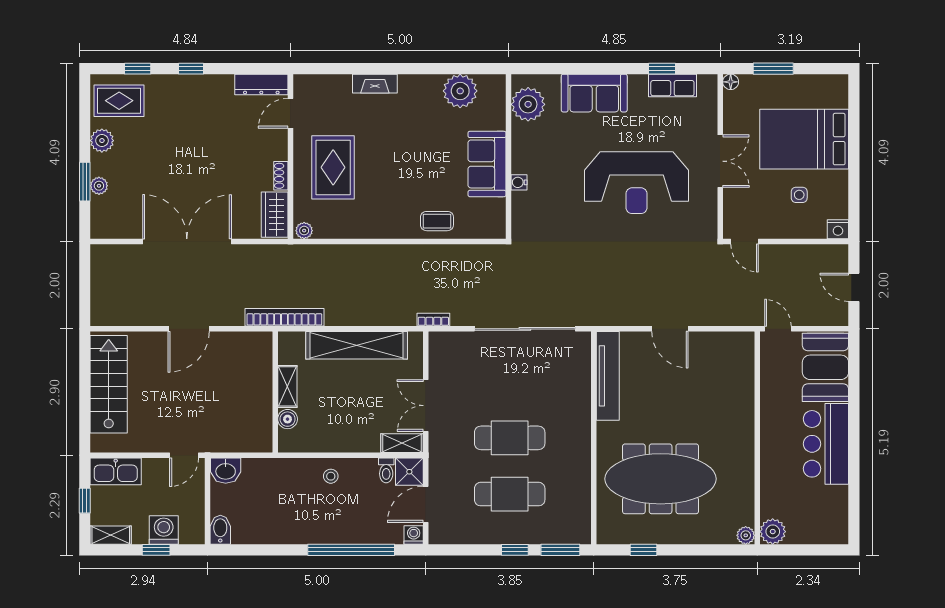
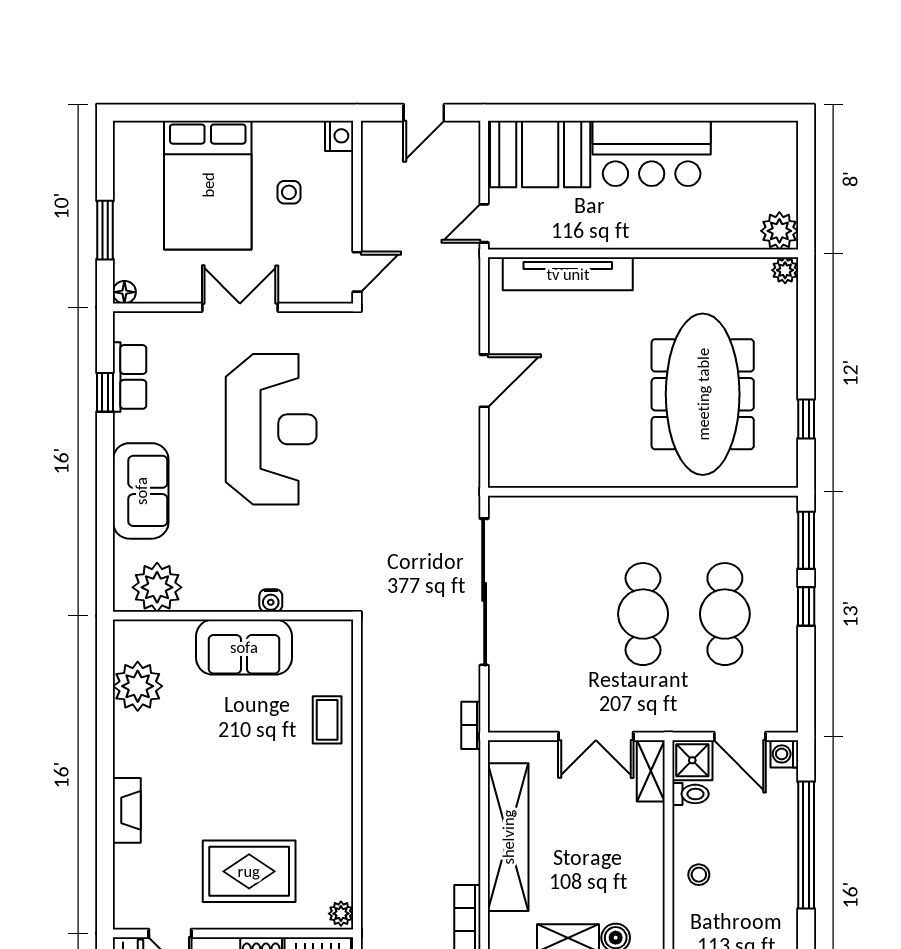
tv unit: (608, 376) -> (568, 274), moved, turned 180

